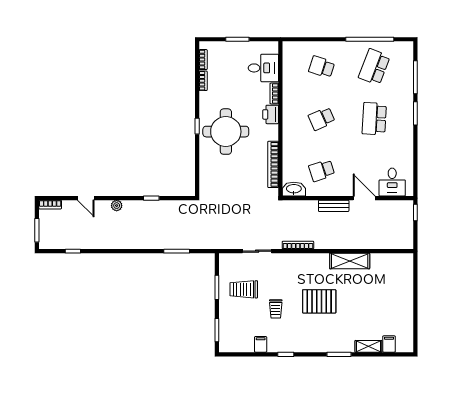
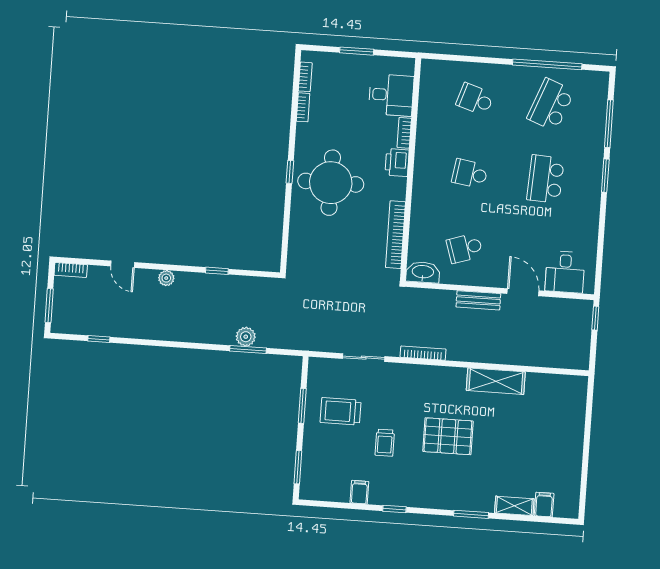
school desk: (322, 119) -> (470, 174), turned 33
plant: (174, 242) -> (246, 337), added

